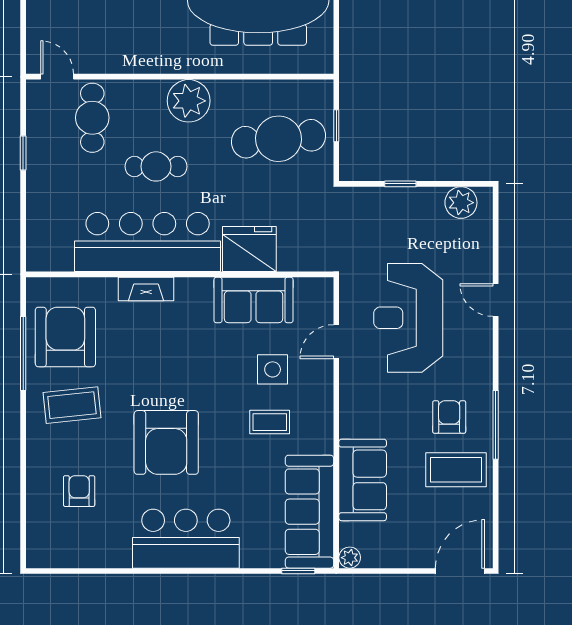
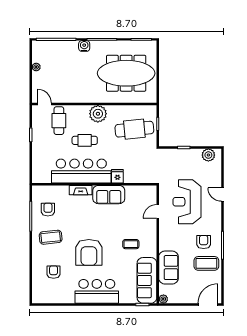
fridge: (249, 249) -> (117, 176), width x0.53, depth x0.75
sofa: (253, 300) -> (109, 195), moved
armchair: (65, 337) -> (48, 210), width x0.53, depth x0.53
side table: (273, 369) -> (132, 223), removed

